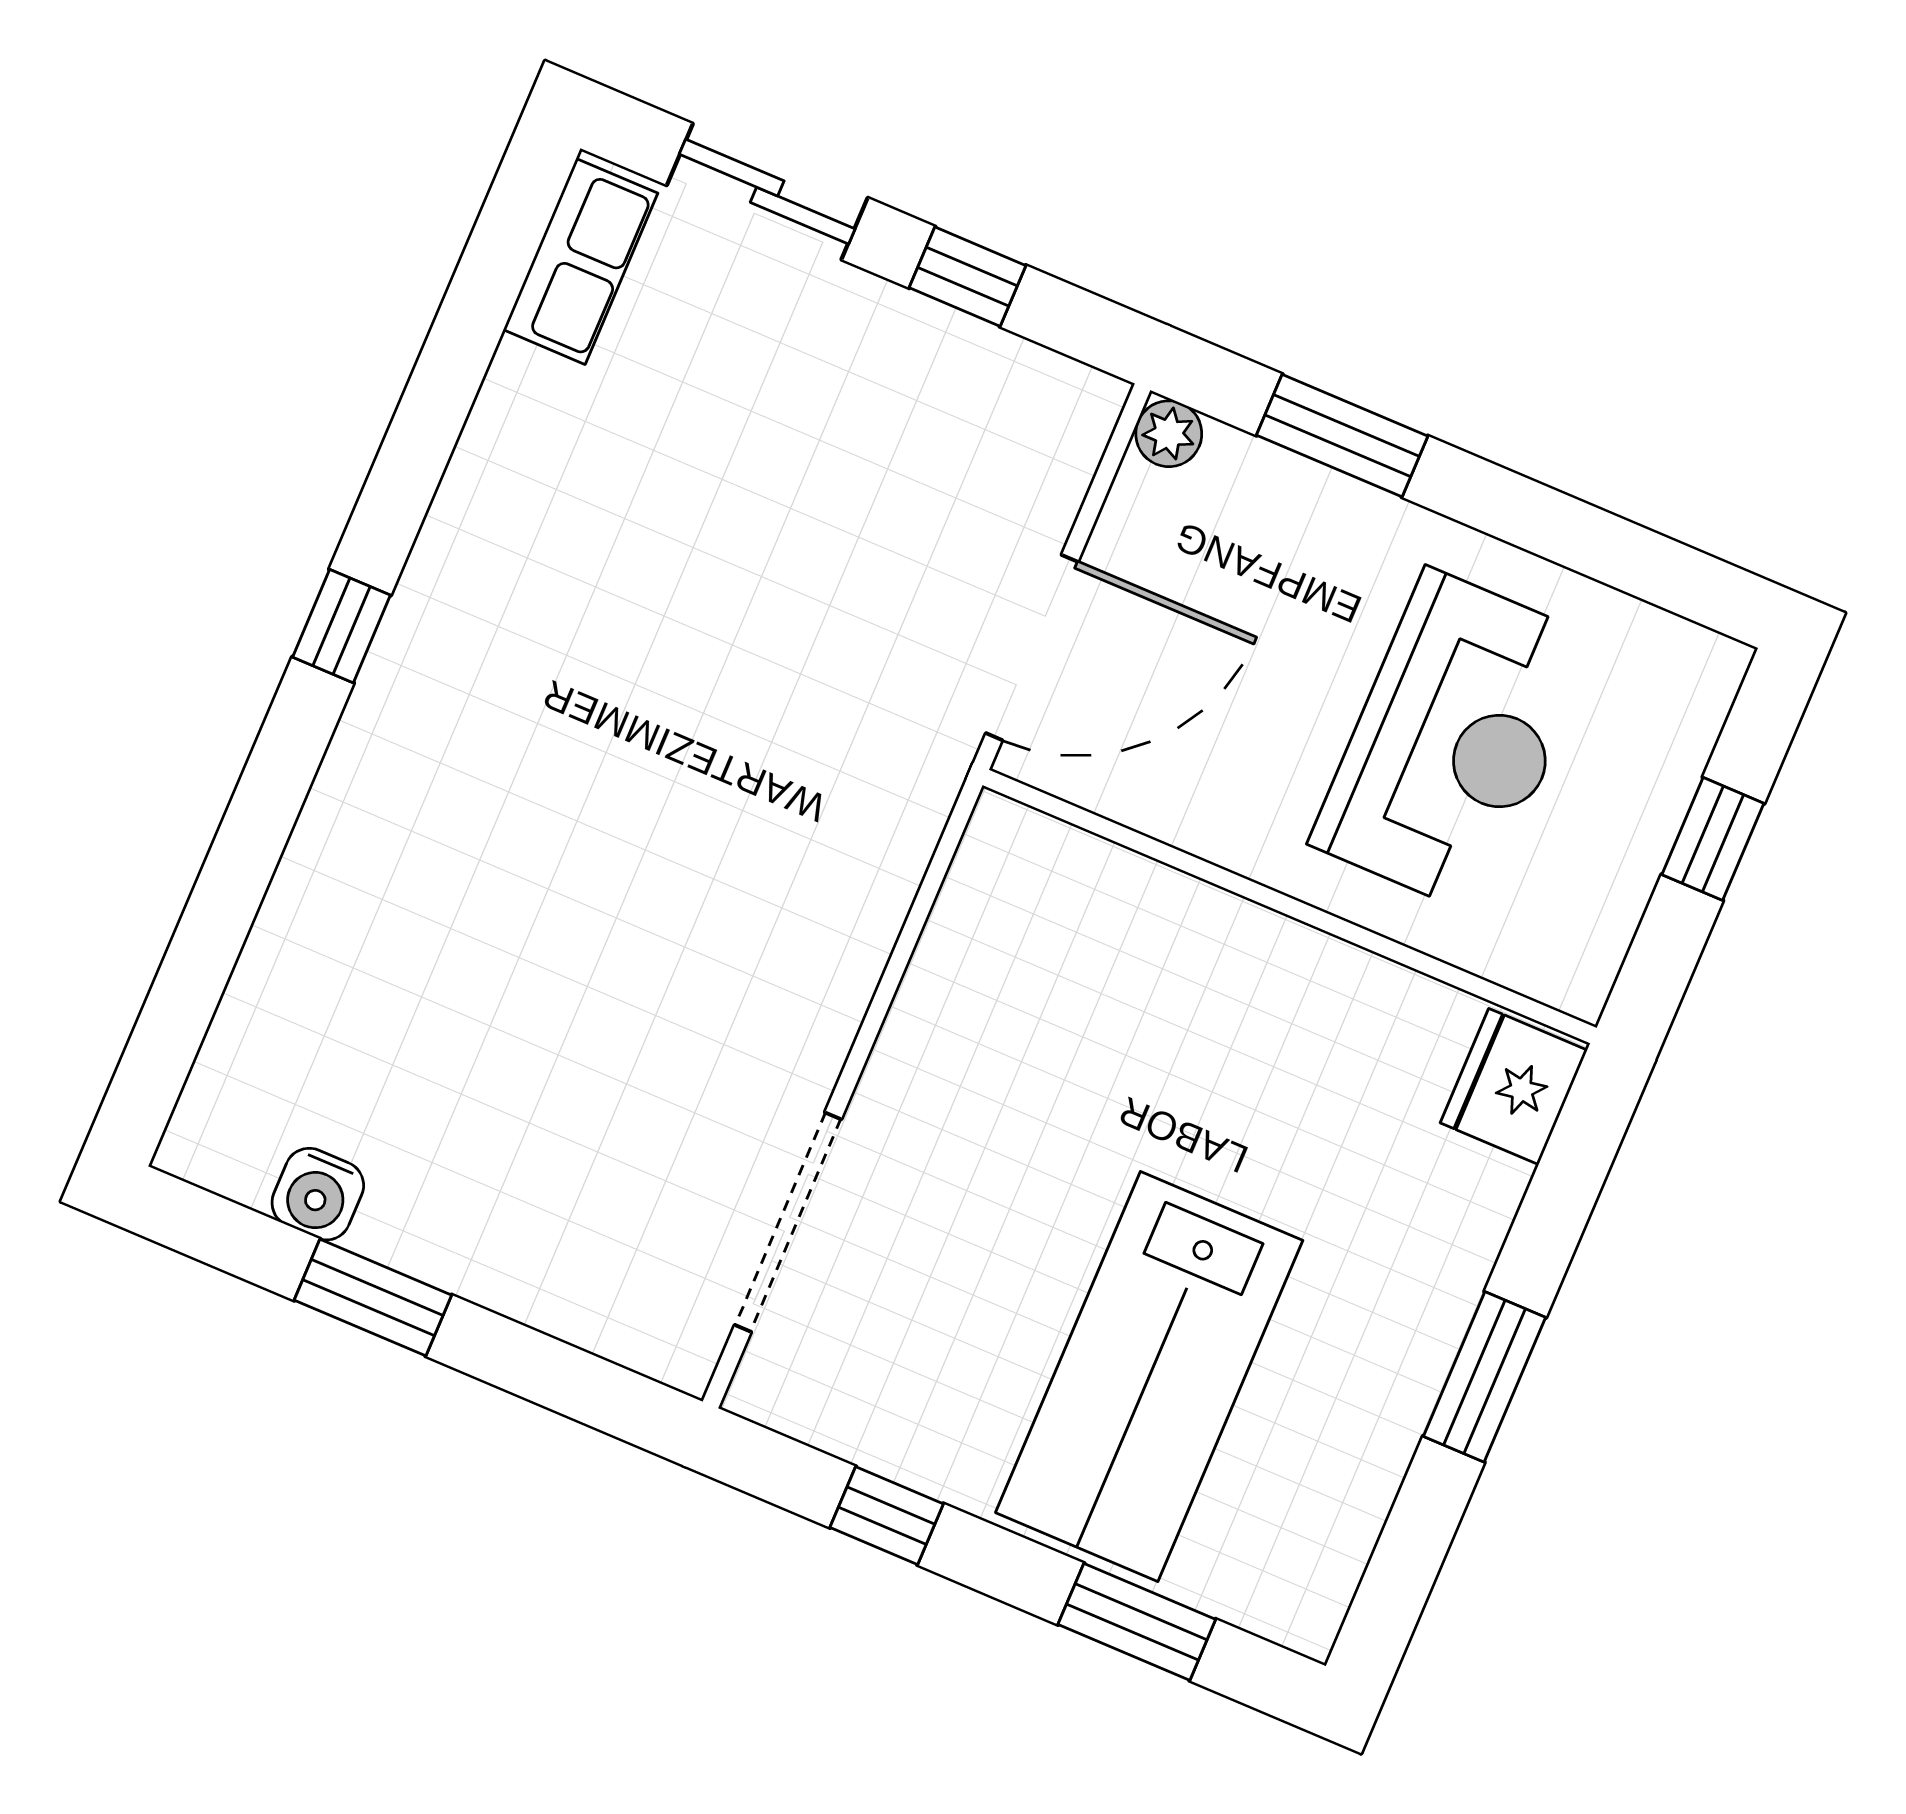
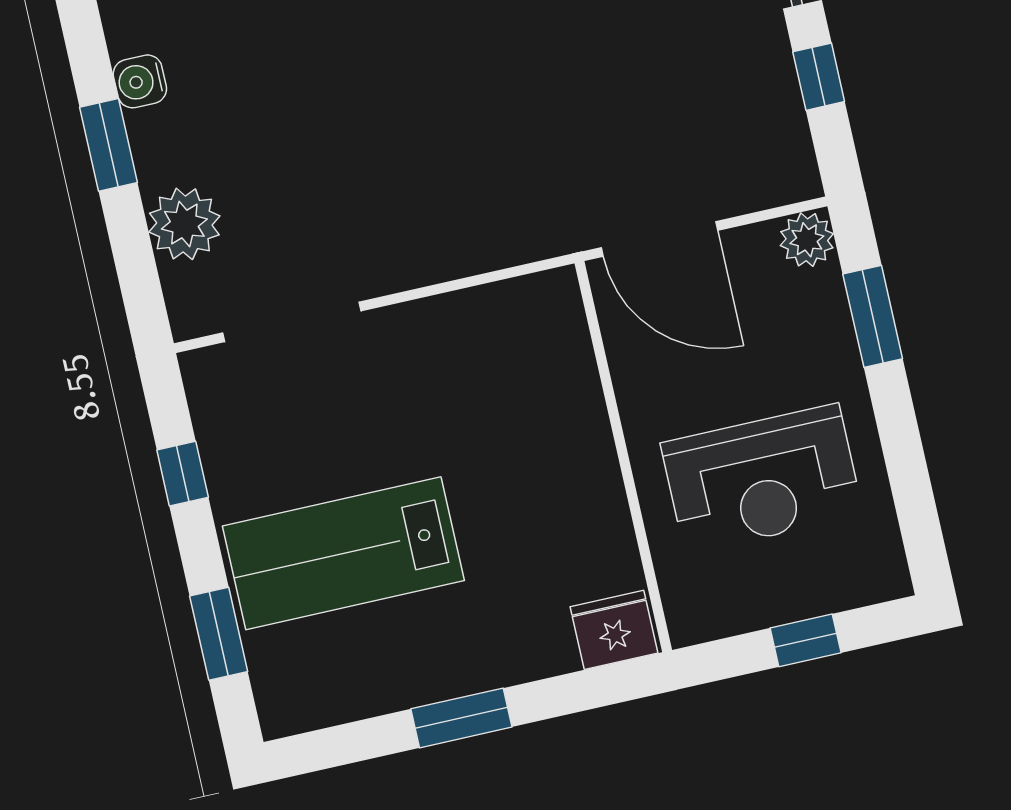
plant: (1169, 434) -> (807, 240), width x1.38, depth x1.38
plant: (552, 1272) -> (184, 224), added

